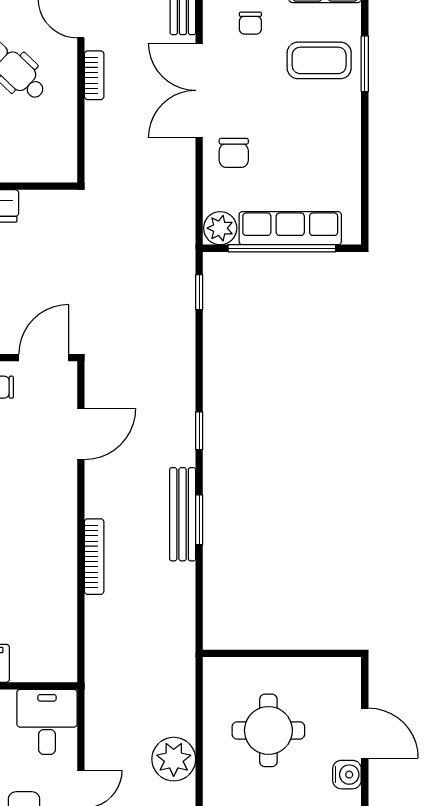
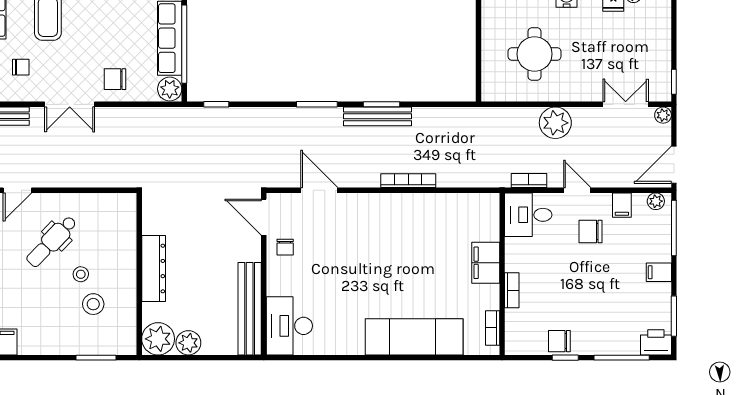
bookcase: (94, 75) -> (529, 181), moved
double door: (199, 90) -> (70, 104), width x0.73
chair: (234, 153) -> (115, 79), turned 180
window: (199, 431) -> (317, 104), width x1.50

